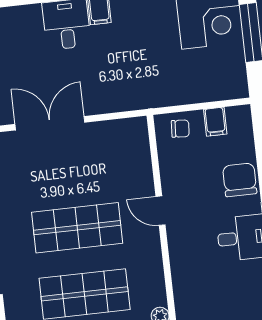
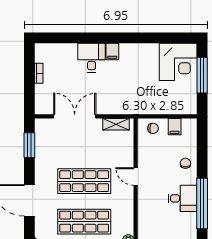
shelving: (119, 129) -> (116, 124), added
chair: (240, 180) -> (185, 163), width x0.54, depth x0.54

